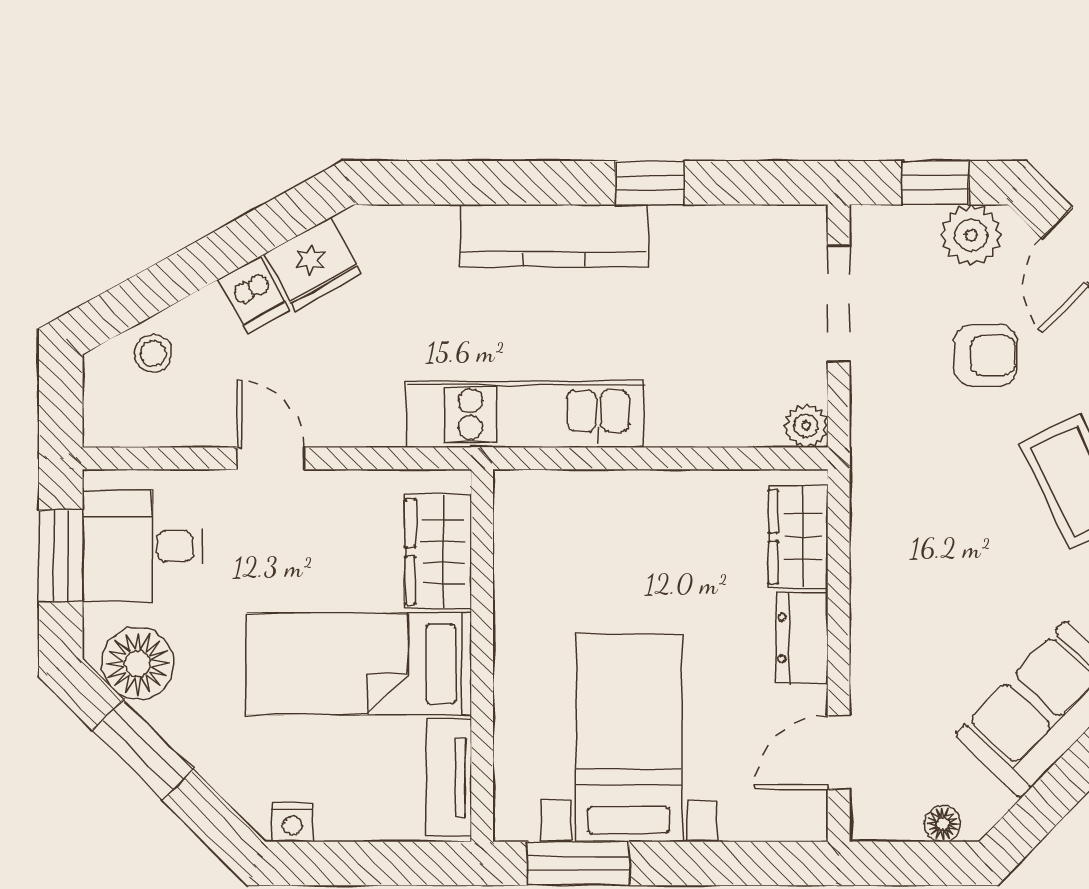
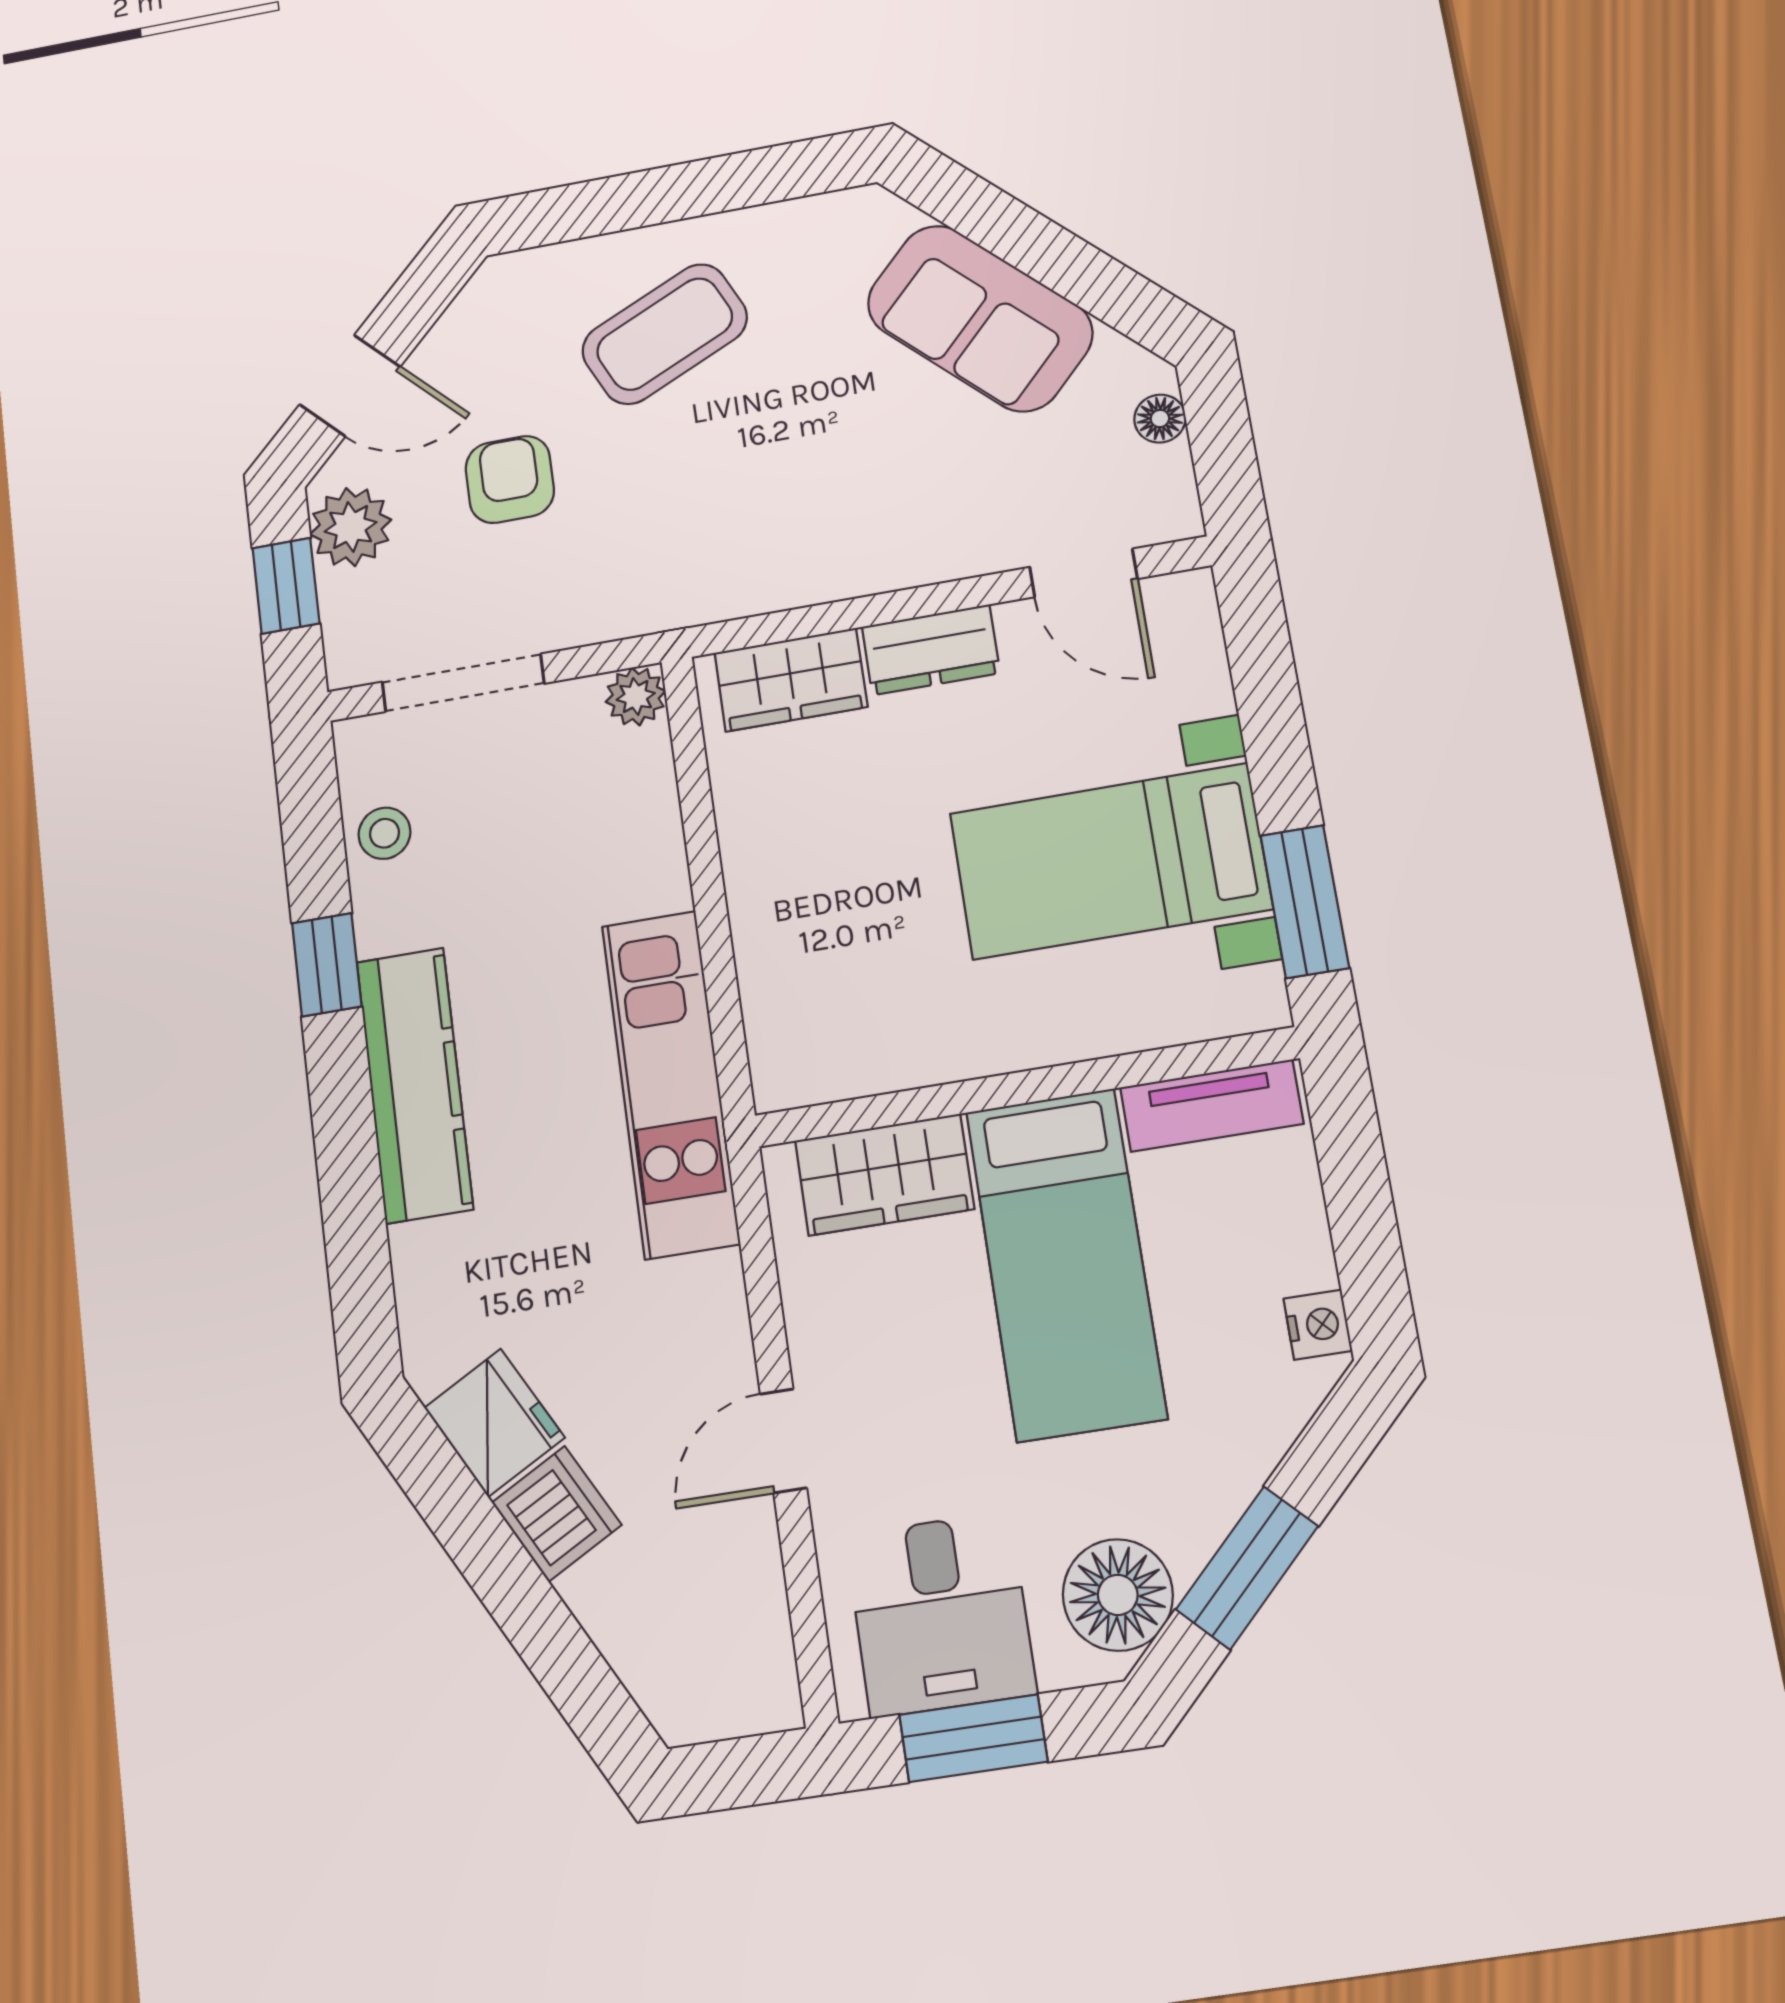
dishwasher: (254, 295) -> (557, 1514), width x1.38
stool: (153, 354) -> (385, 833), moved

